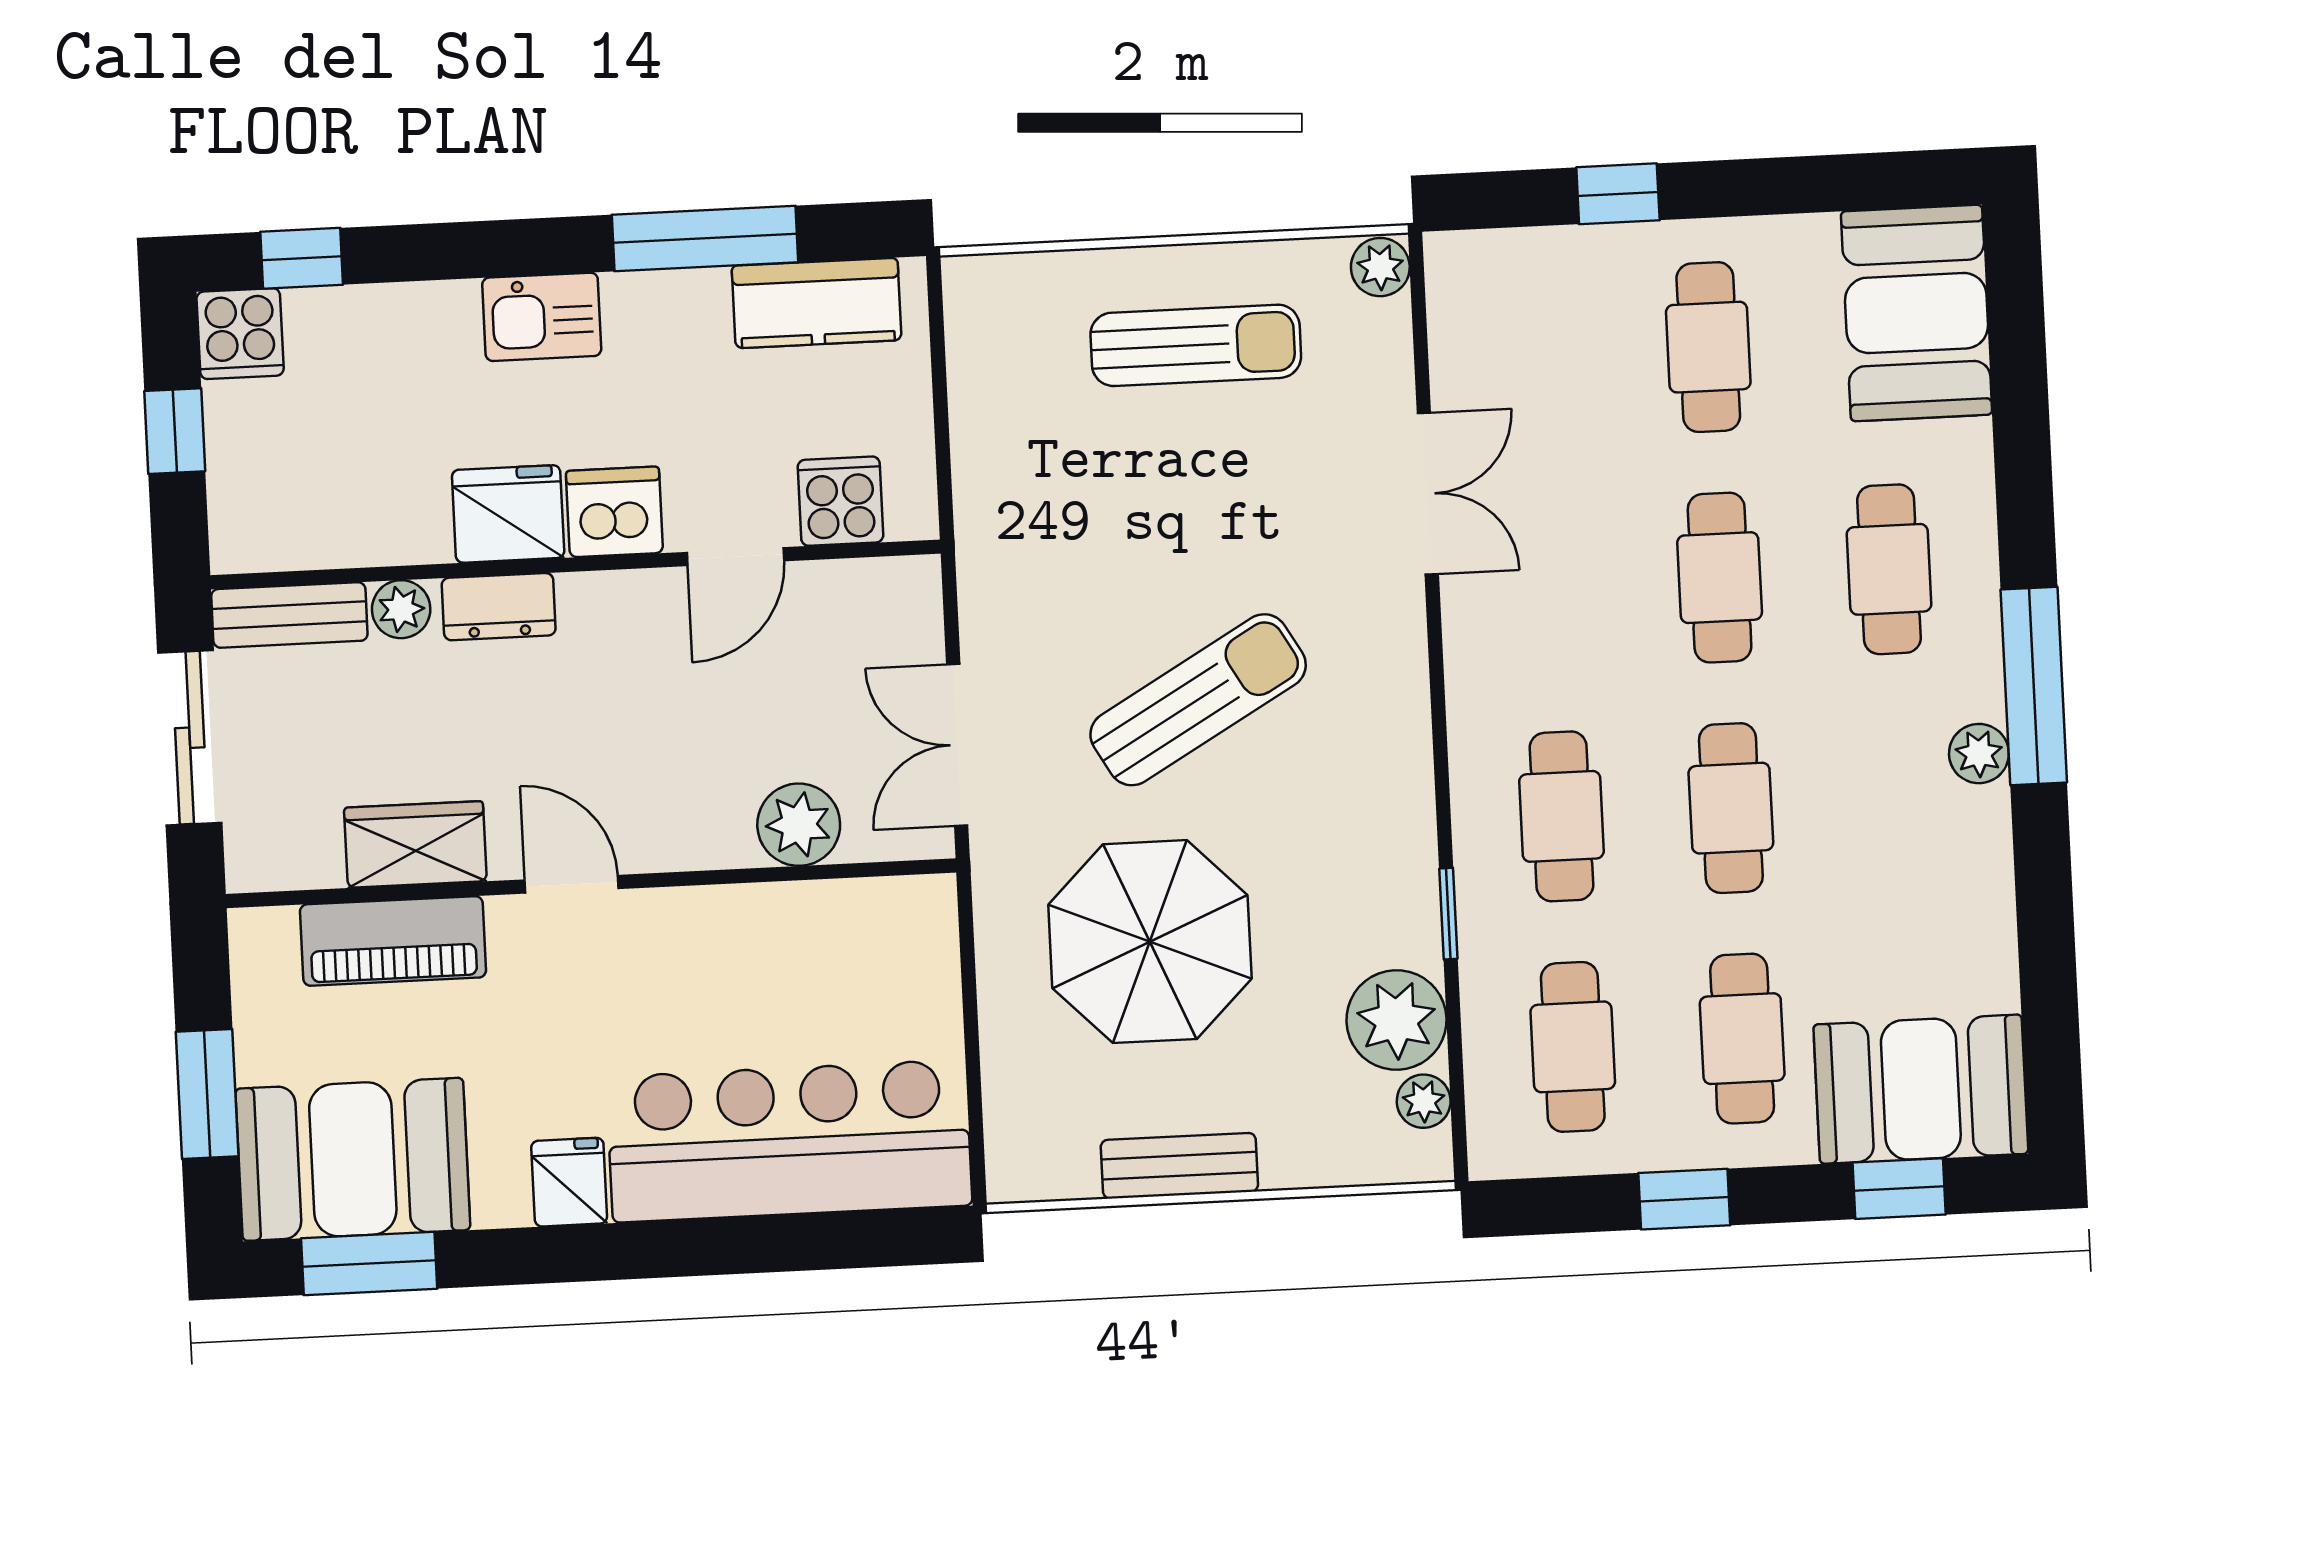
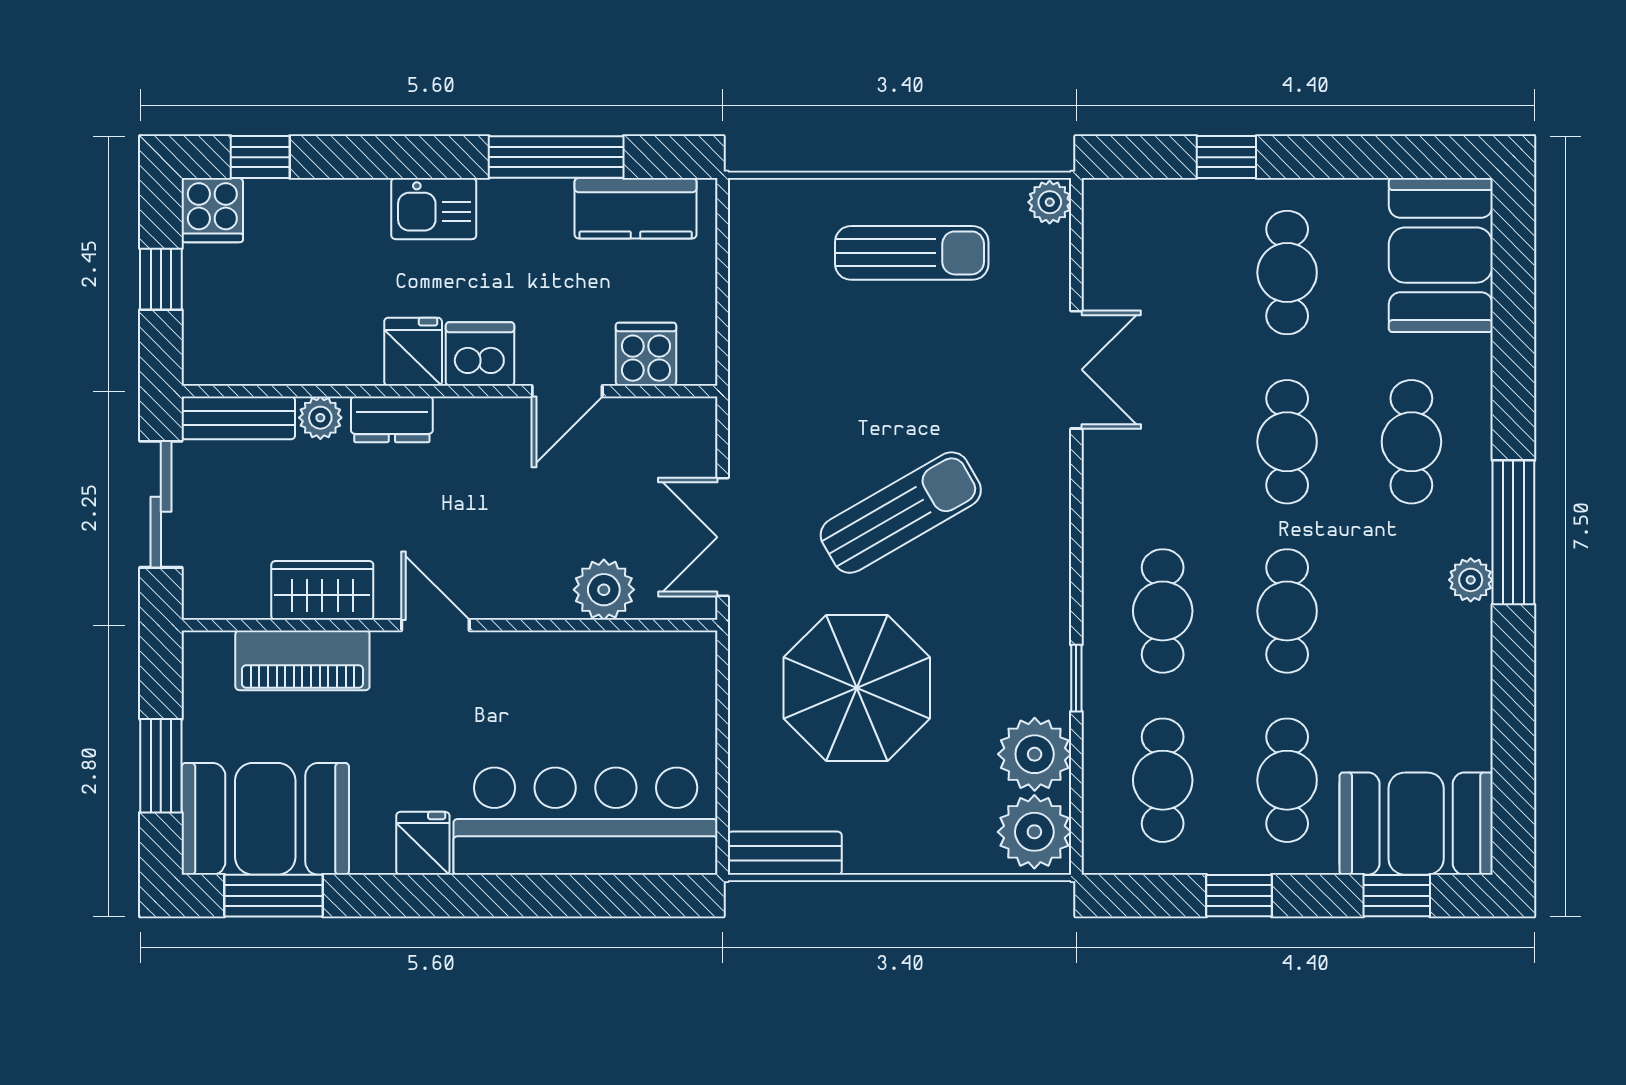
fridge: (508, 514) -> (413, 352), width x0.72
plant: (1424, 1101) -> (1034, 832), width x1.87, depth x1.87
bench: (1179, 1166) -> (785, 853), moved

